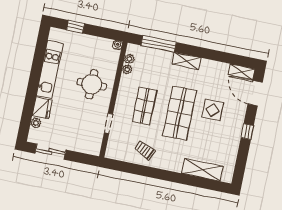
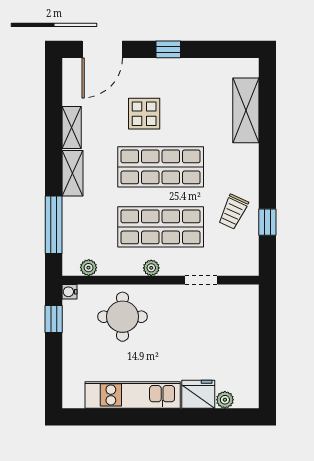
window: (76, 27) -> (54, 319), moved
plant: (127, 69) -> (151, 268), moved
shelving: (242, 72) -> (72, 128), moved
round table: (92, 84) -> (123, 317), moved
shop shelf: (144, 106) -> (161, 227), width x1.43, depth x1.36
sliding door: (50, 152) -> (267, 366), removed
window: (135, 169) -> (267, 222), added

